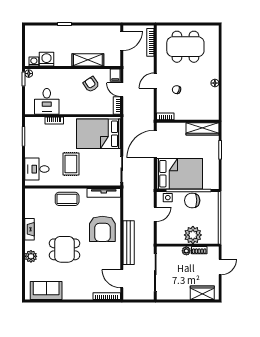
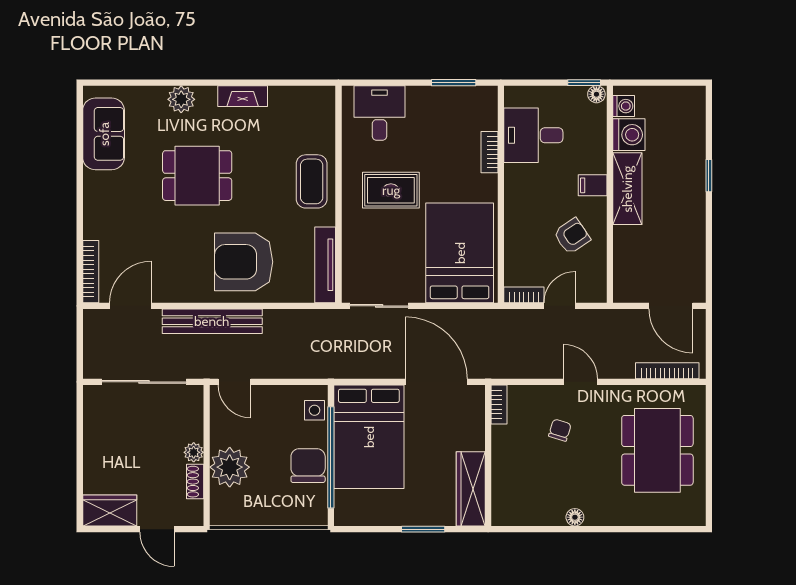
shelving: (88, 60) -> (627, 189), moved
filing cabinet: (115, 75) -> (593, 185), moved
door: (155, 214) -> (234, 382), moved
dining table: (64, 249) -> (197, 176), turned 90
wardrobe: (202, 293) -> (110, 510), moved, turned -90

